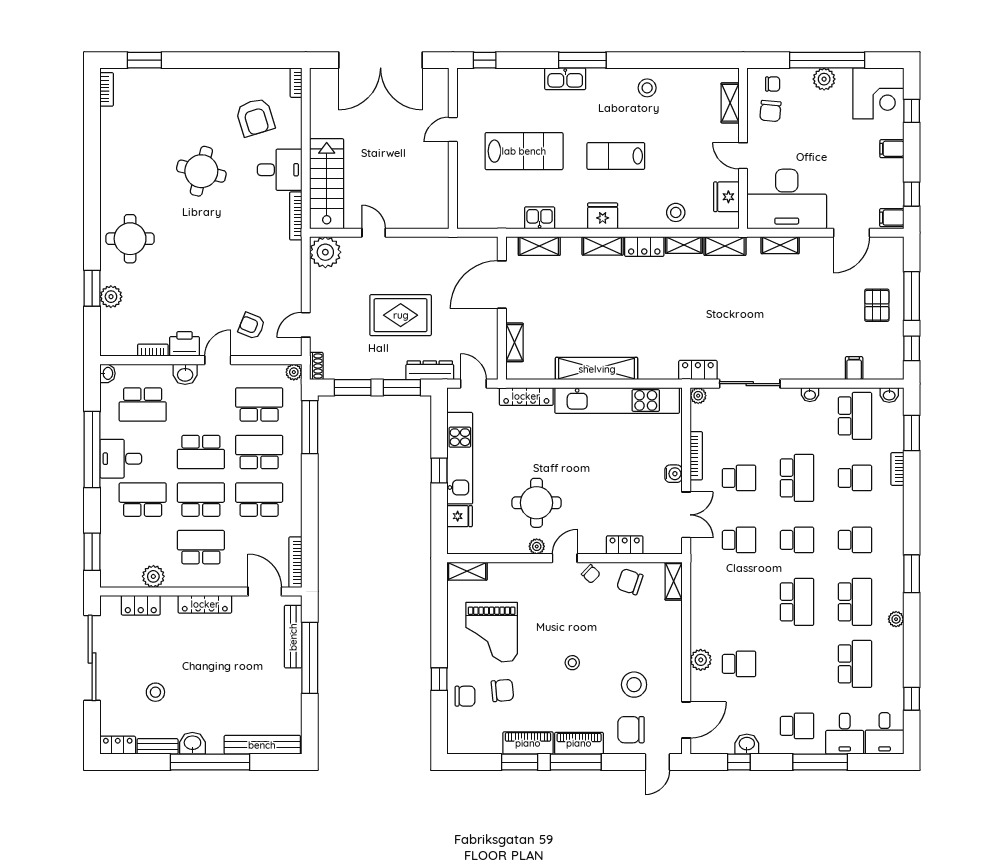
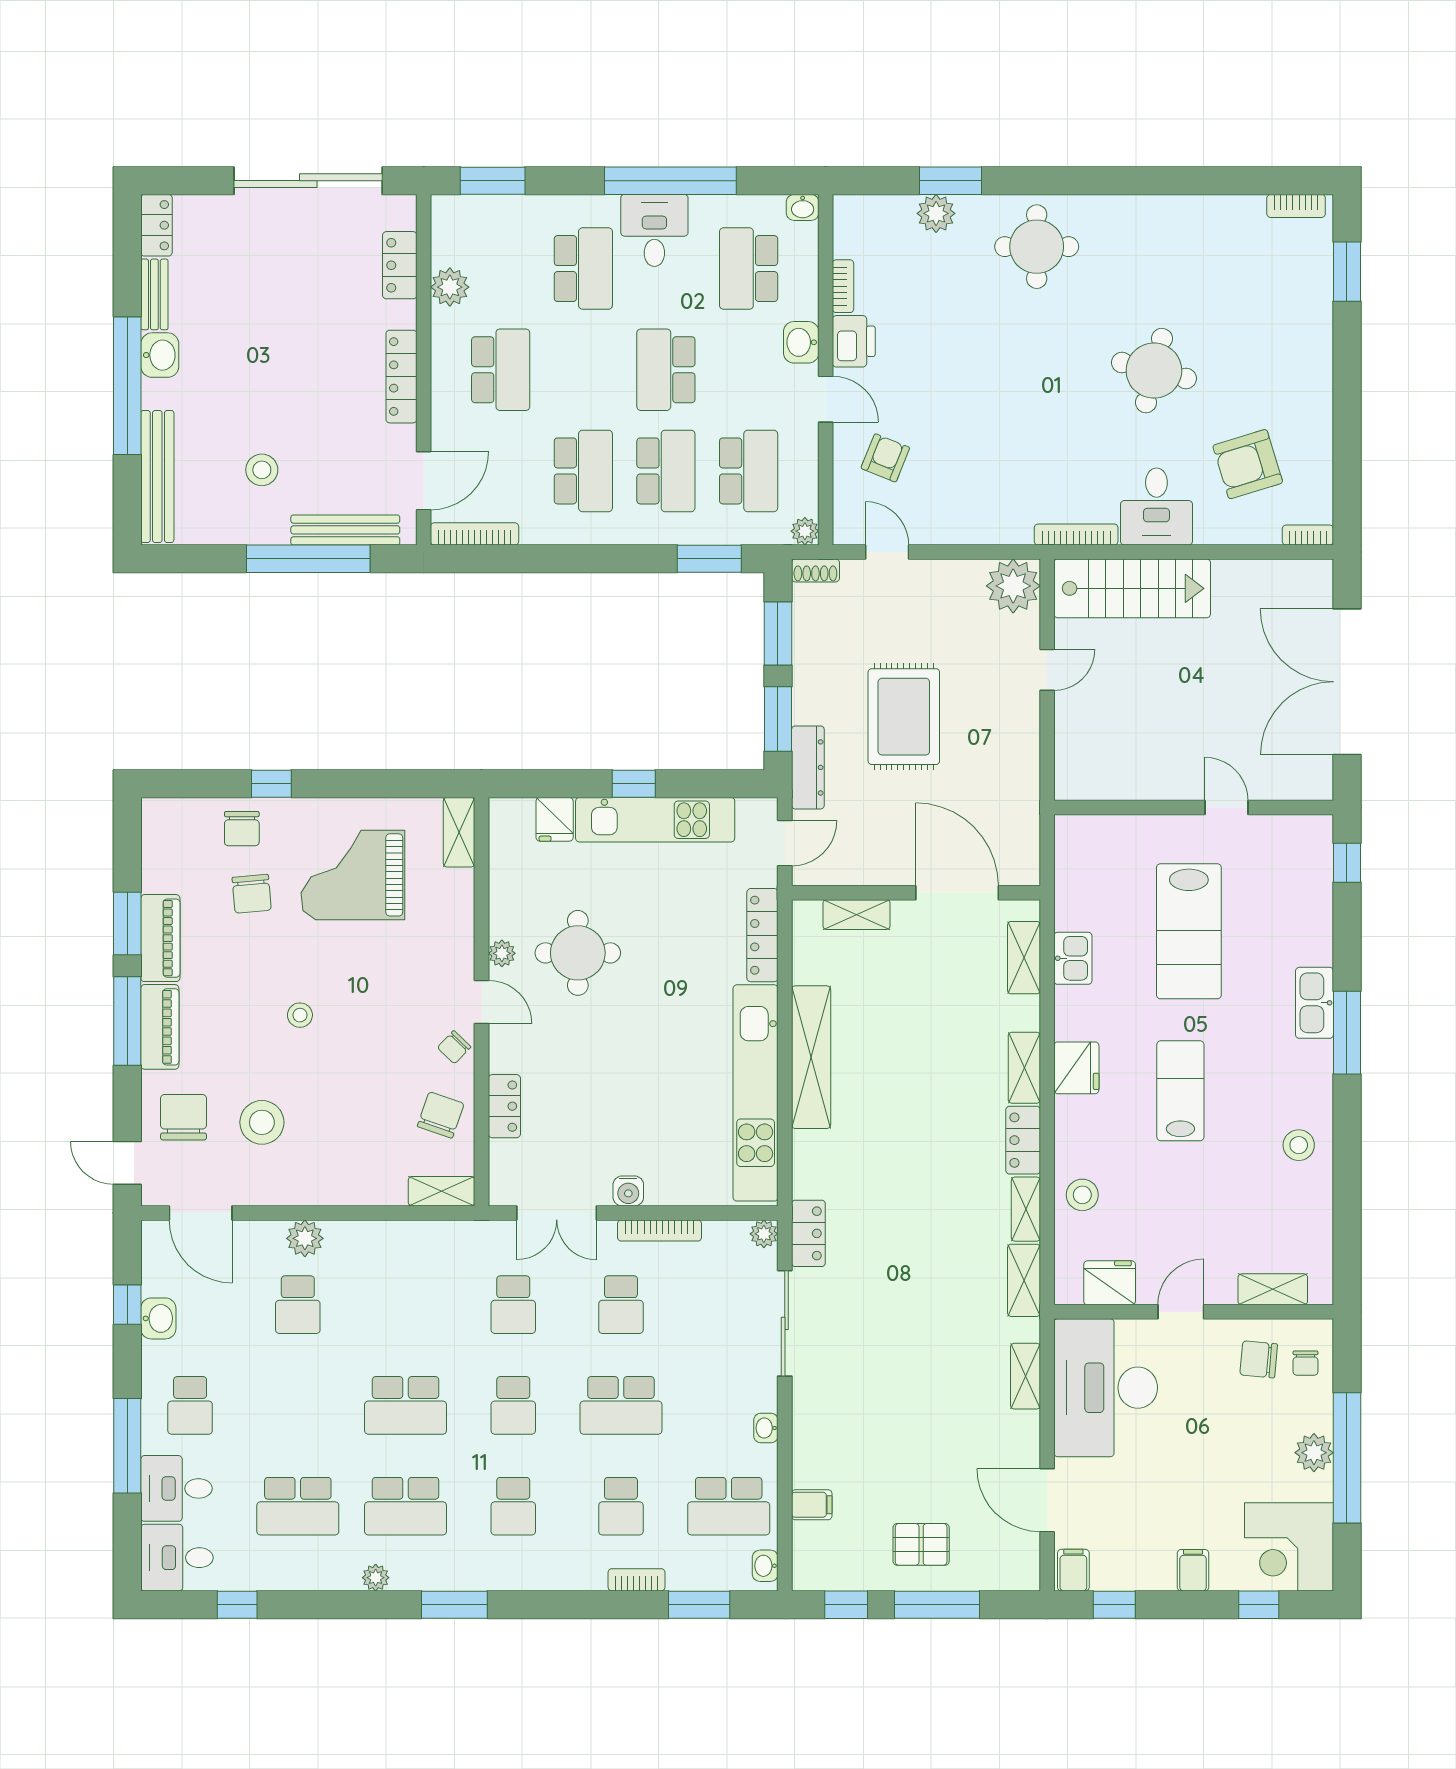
window: (310, 427) -> (709, 559), width x0.69
school desk: (201, 500) -> (583, 370), removed
stool: (155, 692) -> (262, 470), moved

